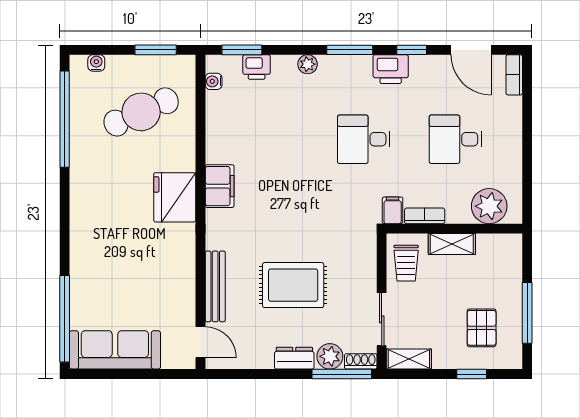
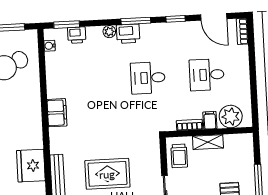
printer: (391, 69) -> (128, 34), moved
fridge: (175, 197) -> (31, 166), moved
filing cabinet: (393, 210) -> (210, 120), moved

